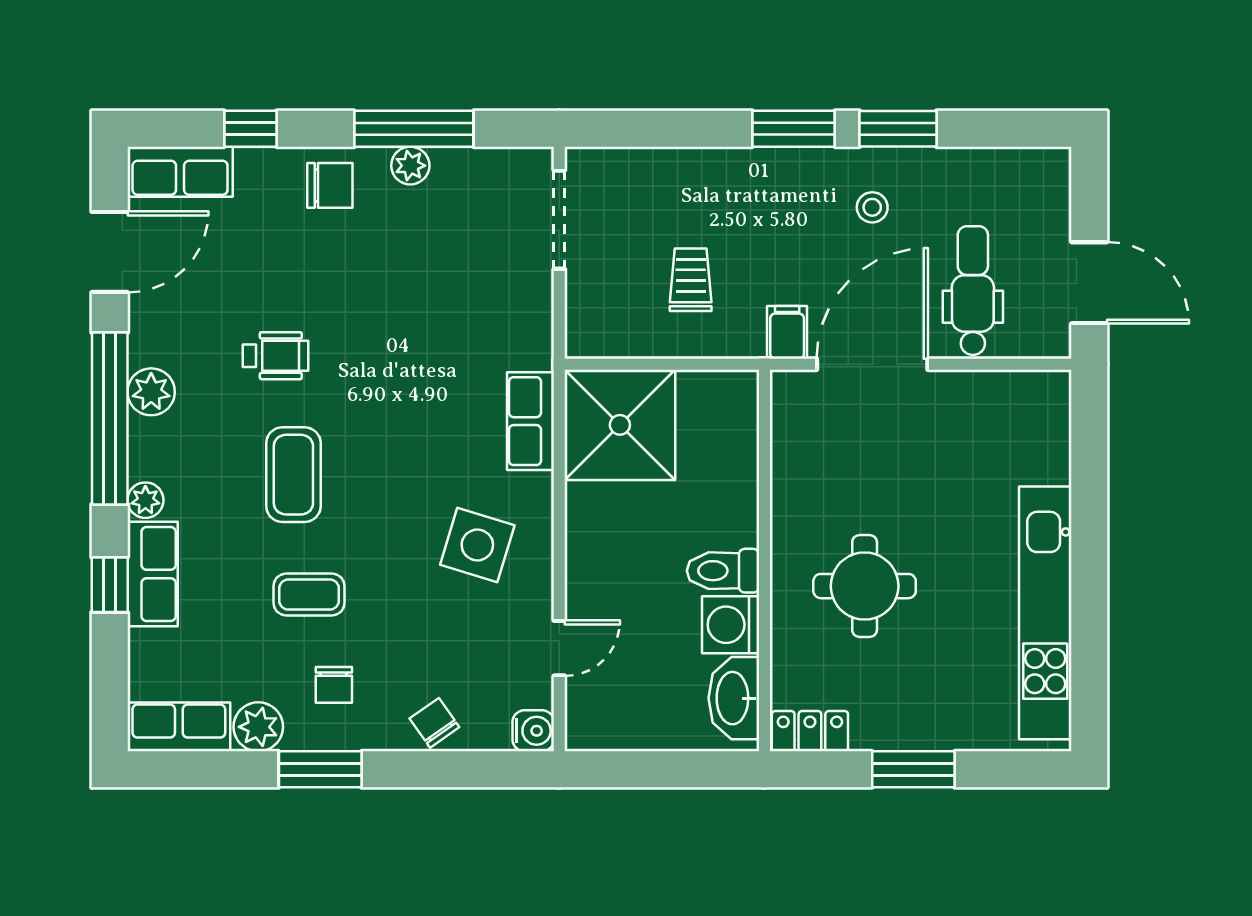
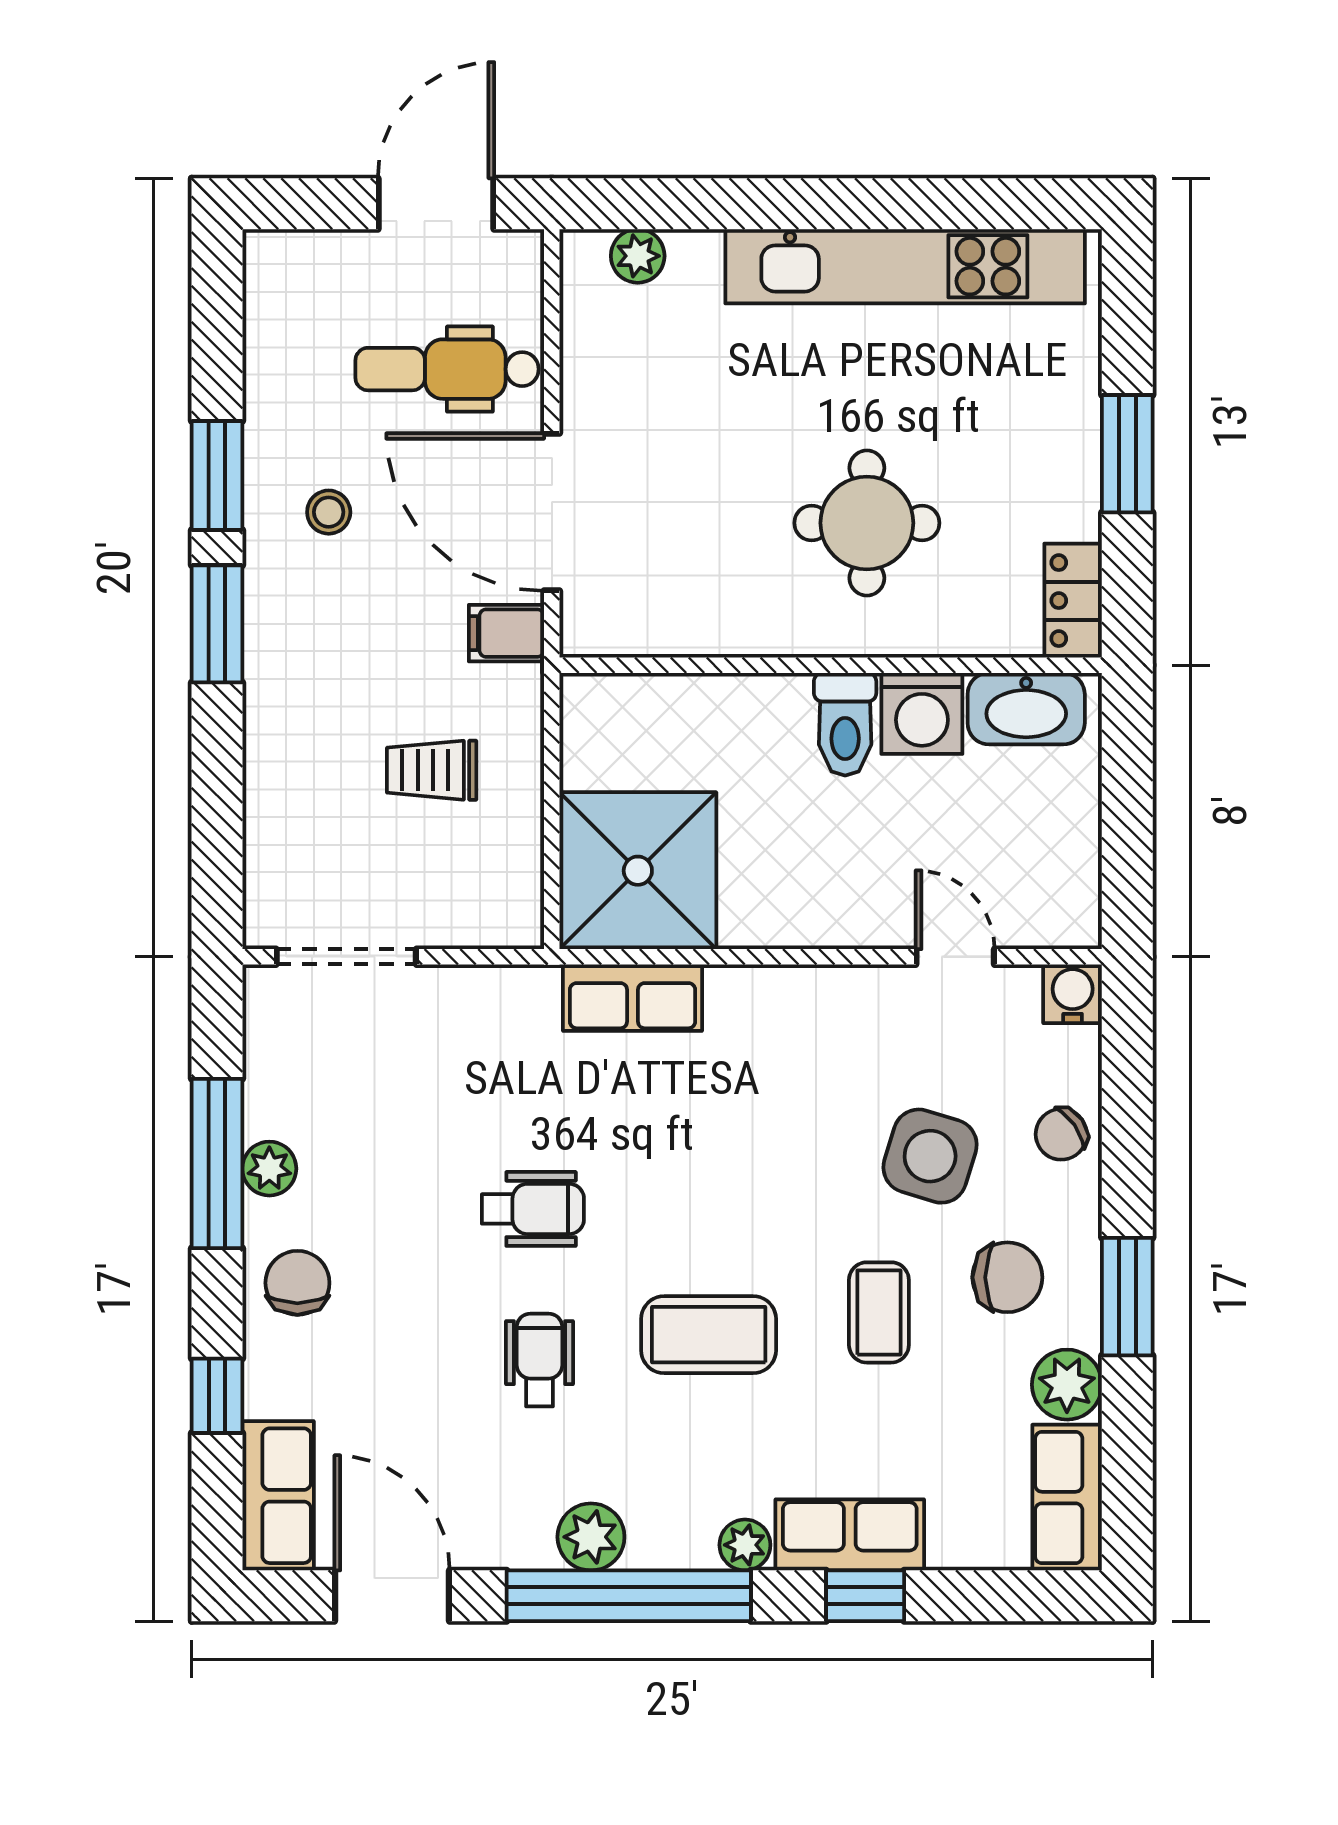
wheelchair: (382, 351) -> (533, 1209), added
plant: (1052, 425) -> (638, 256), added
side table: (477, 545) -> (930, 1156), moved
chair: (334, 685) -> (1007, 1277), width x1.37, depth x1.37

